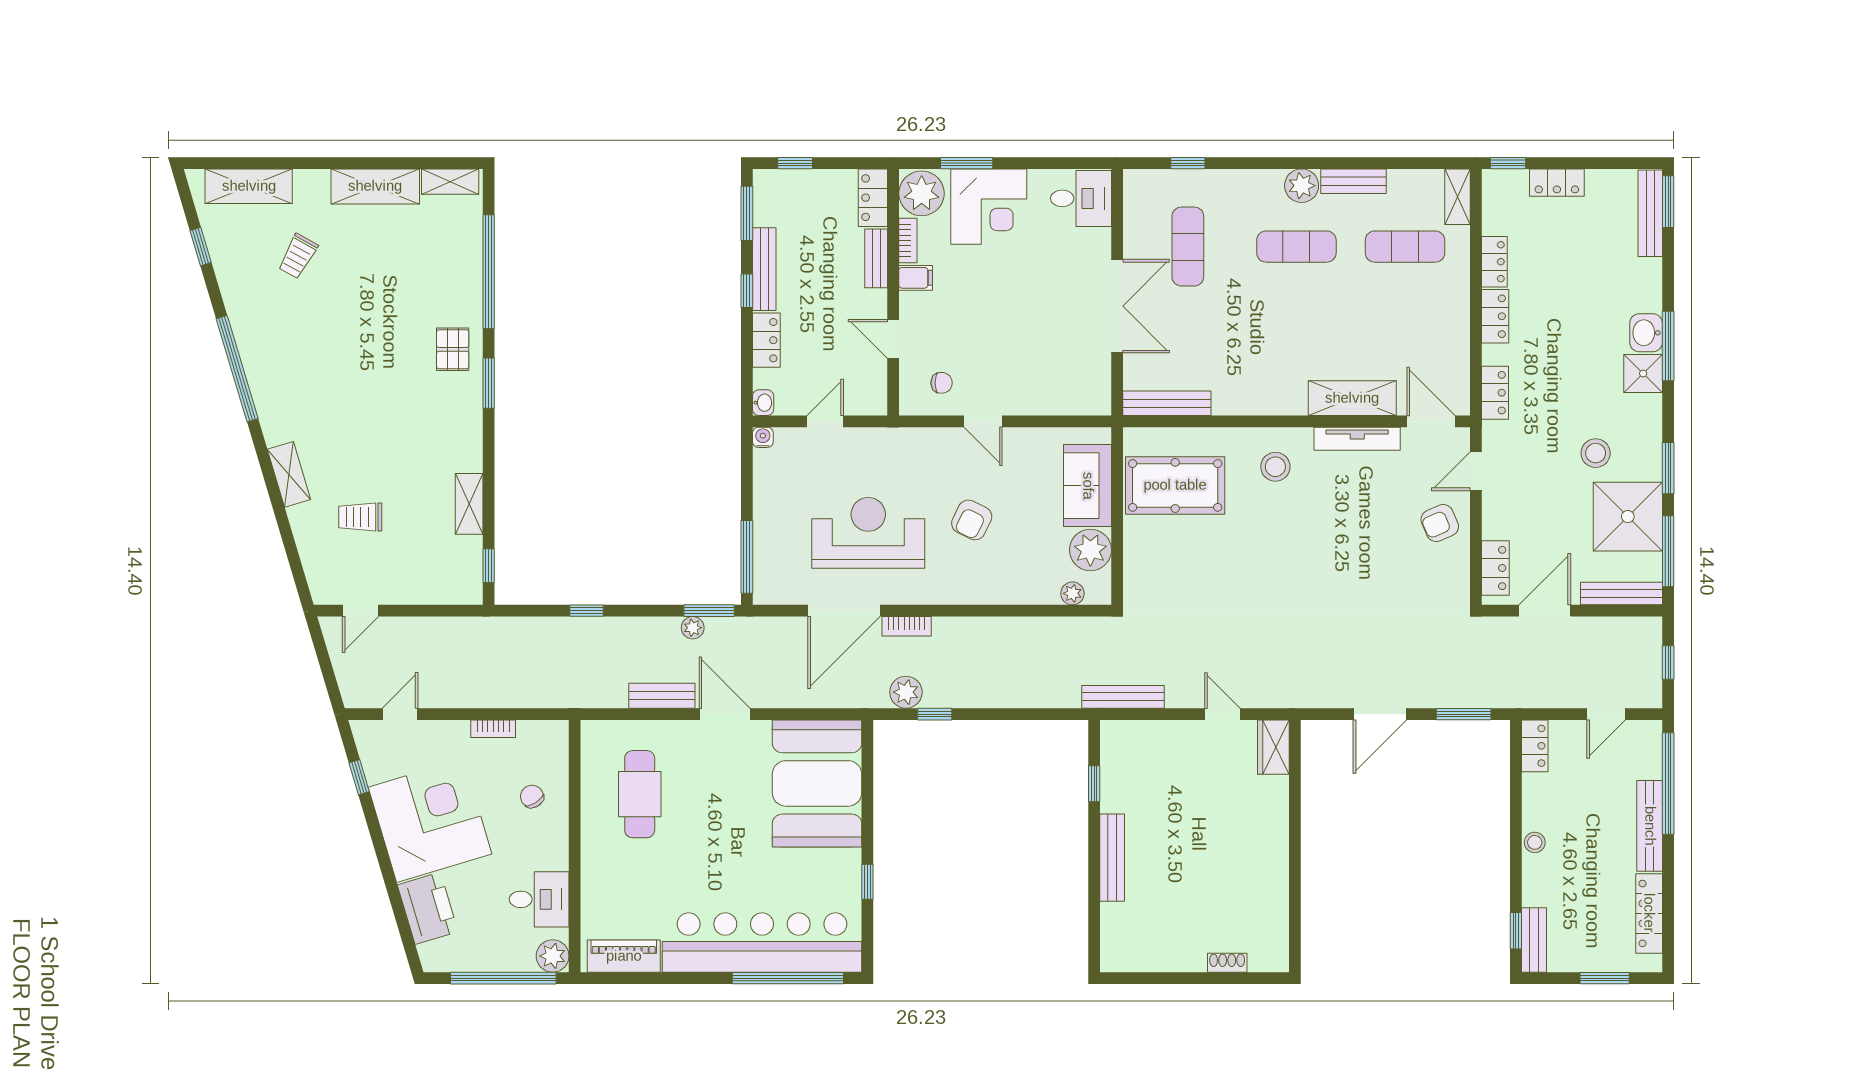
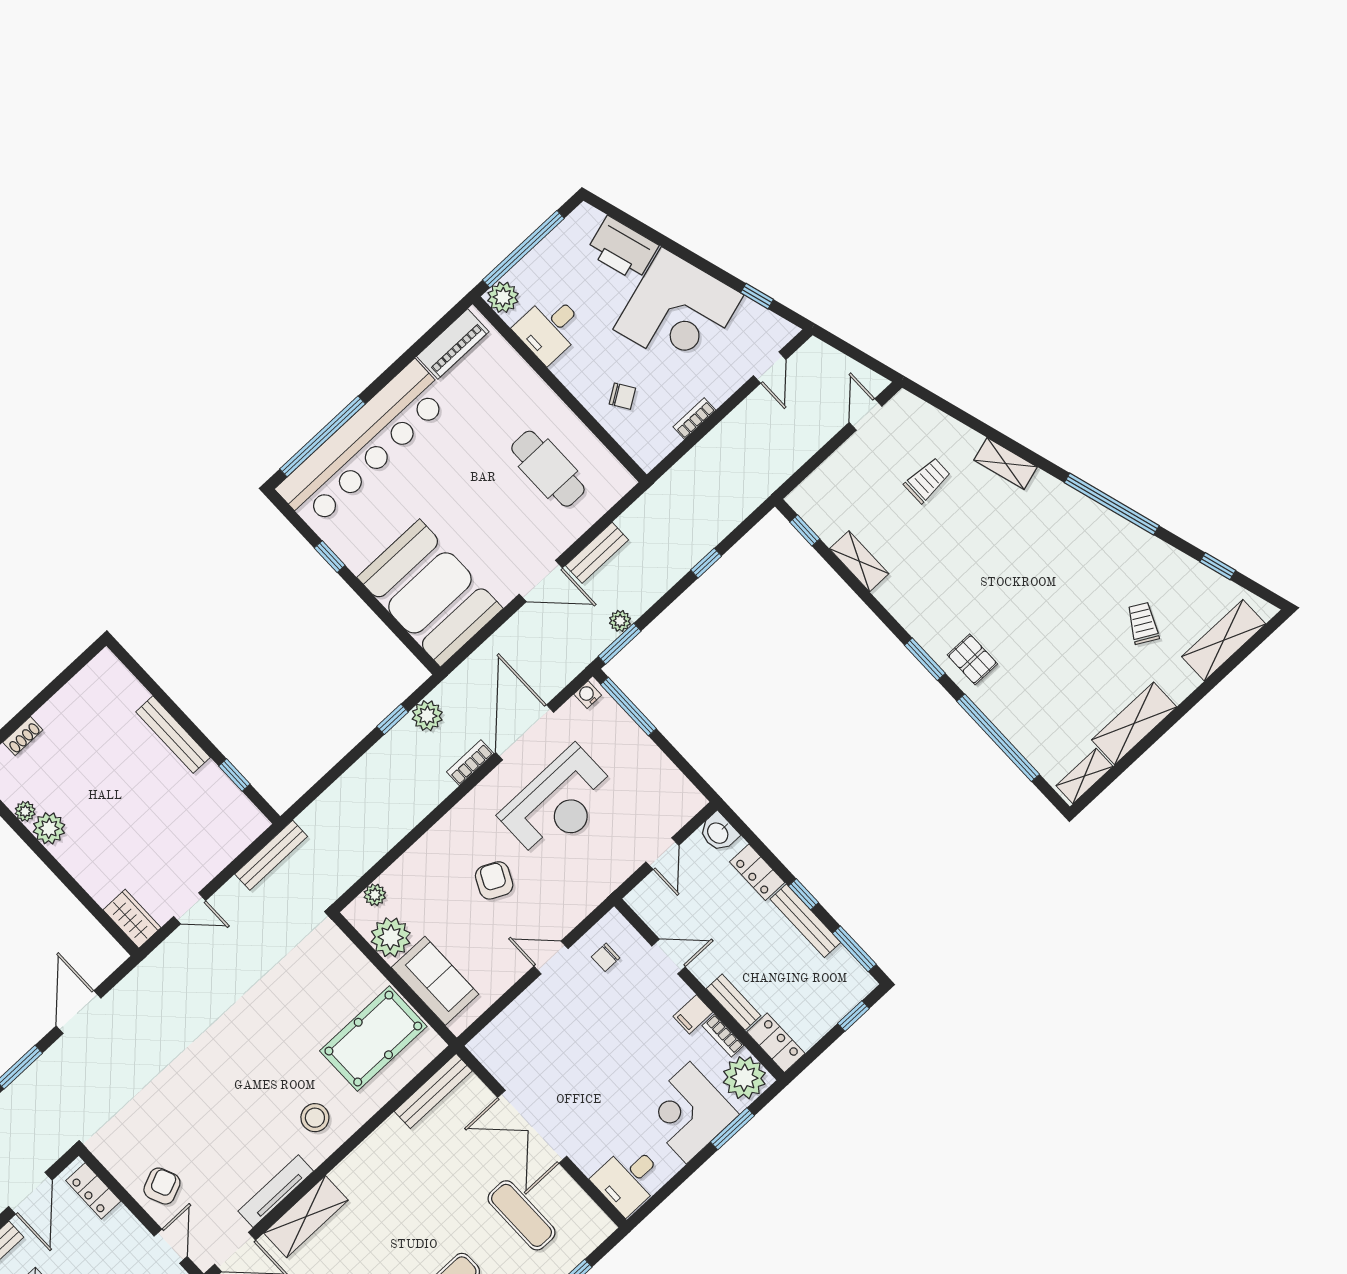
washbasin: (763, 403) -> (718, 833), width x1.38, depth x1.45
water cooler: (763, 437) -> (588, 695), moved, turned 180
plant: (1272, 874) -> (49, 828), added
plant: (1279, 904) -> (25, 811), added

